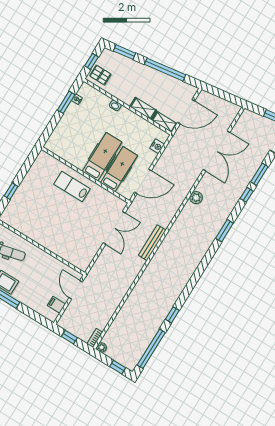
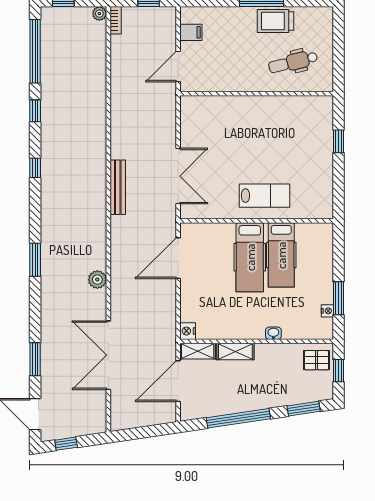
nightstand: (157, 146) -> (188, 331), moved
hospital bed: (119, 169) -> (281, 255), moved
window: (247, 195) -> (35, 168), moved
double door: (114, 228) -> (178, 176), swing flipped
door: (76, 290) -> (178, 67), swing flipped

